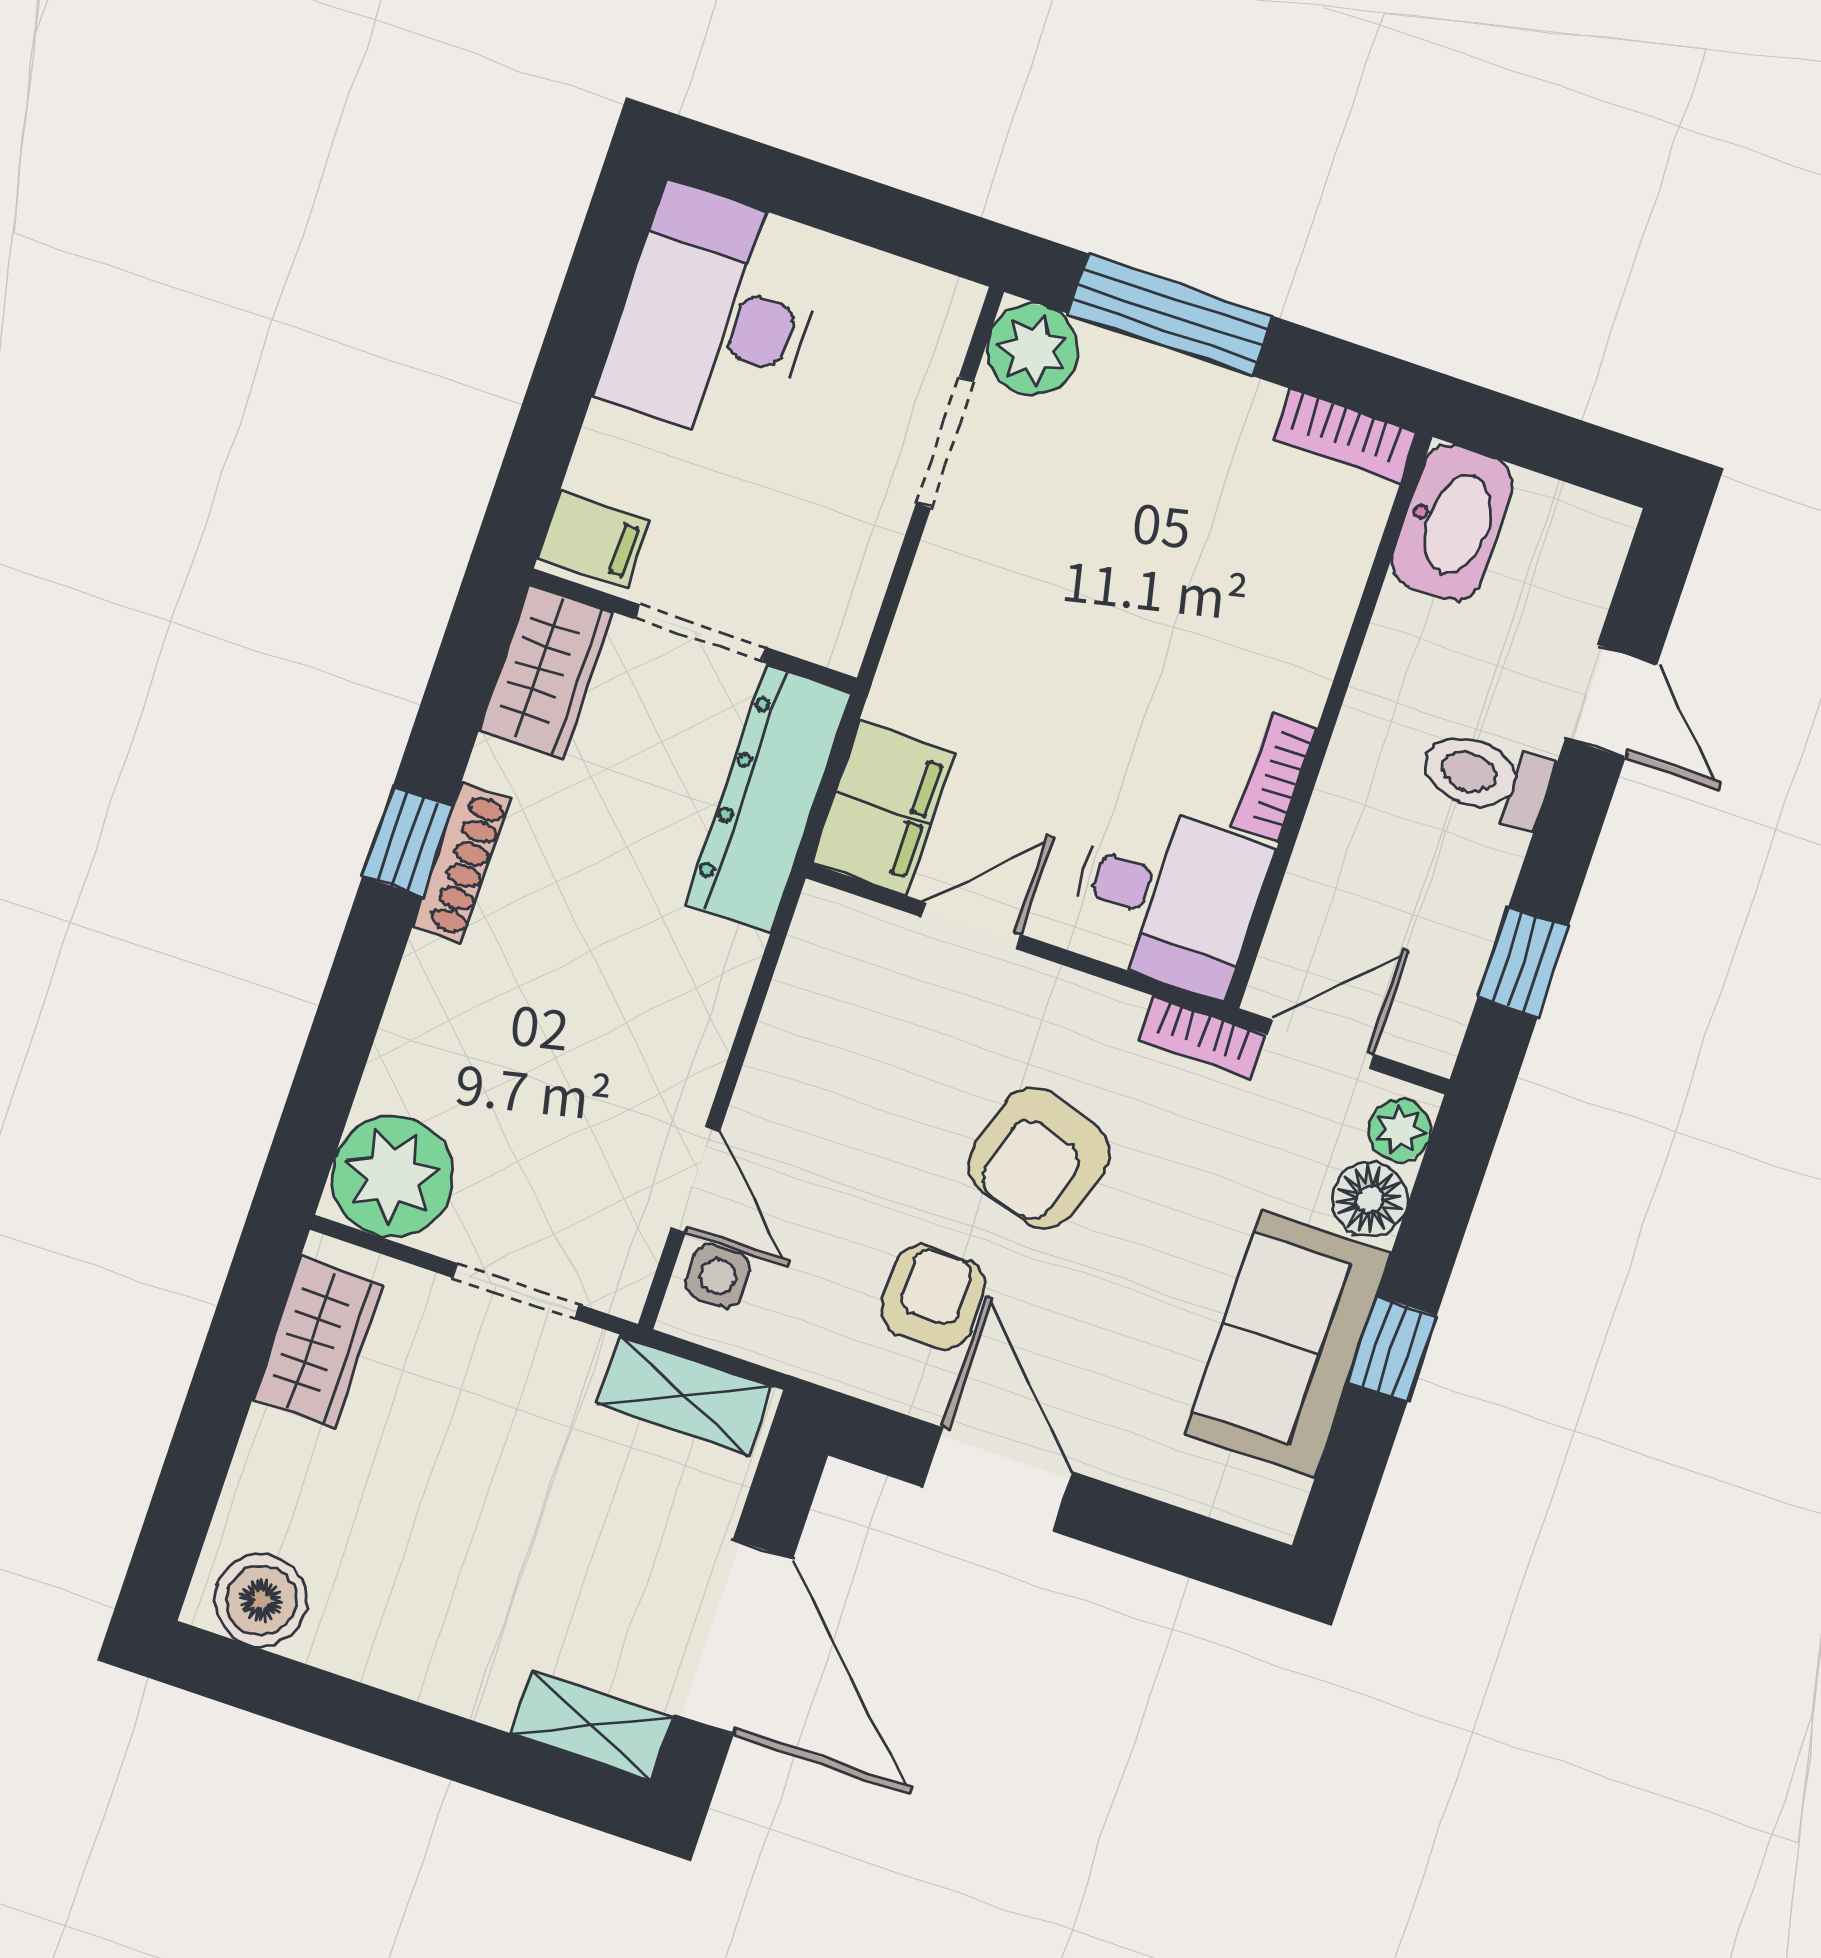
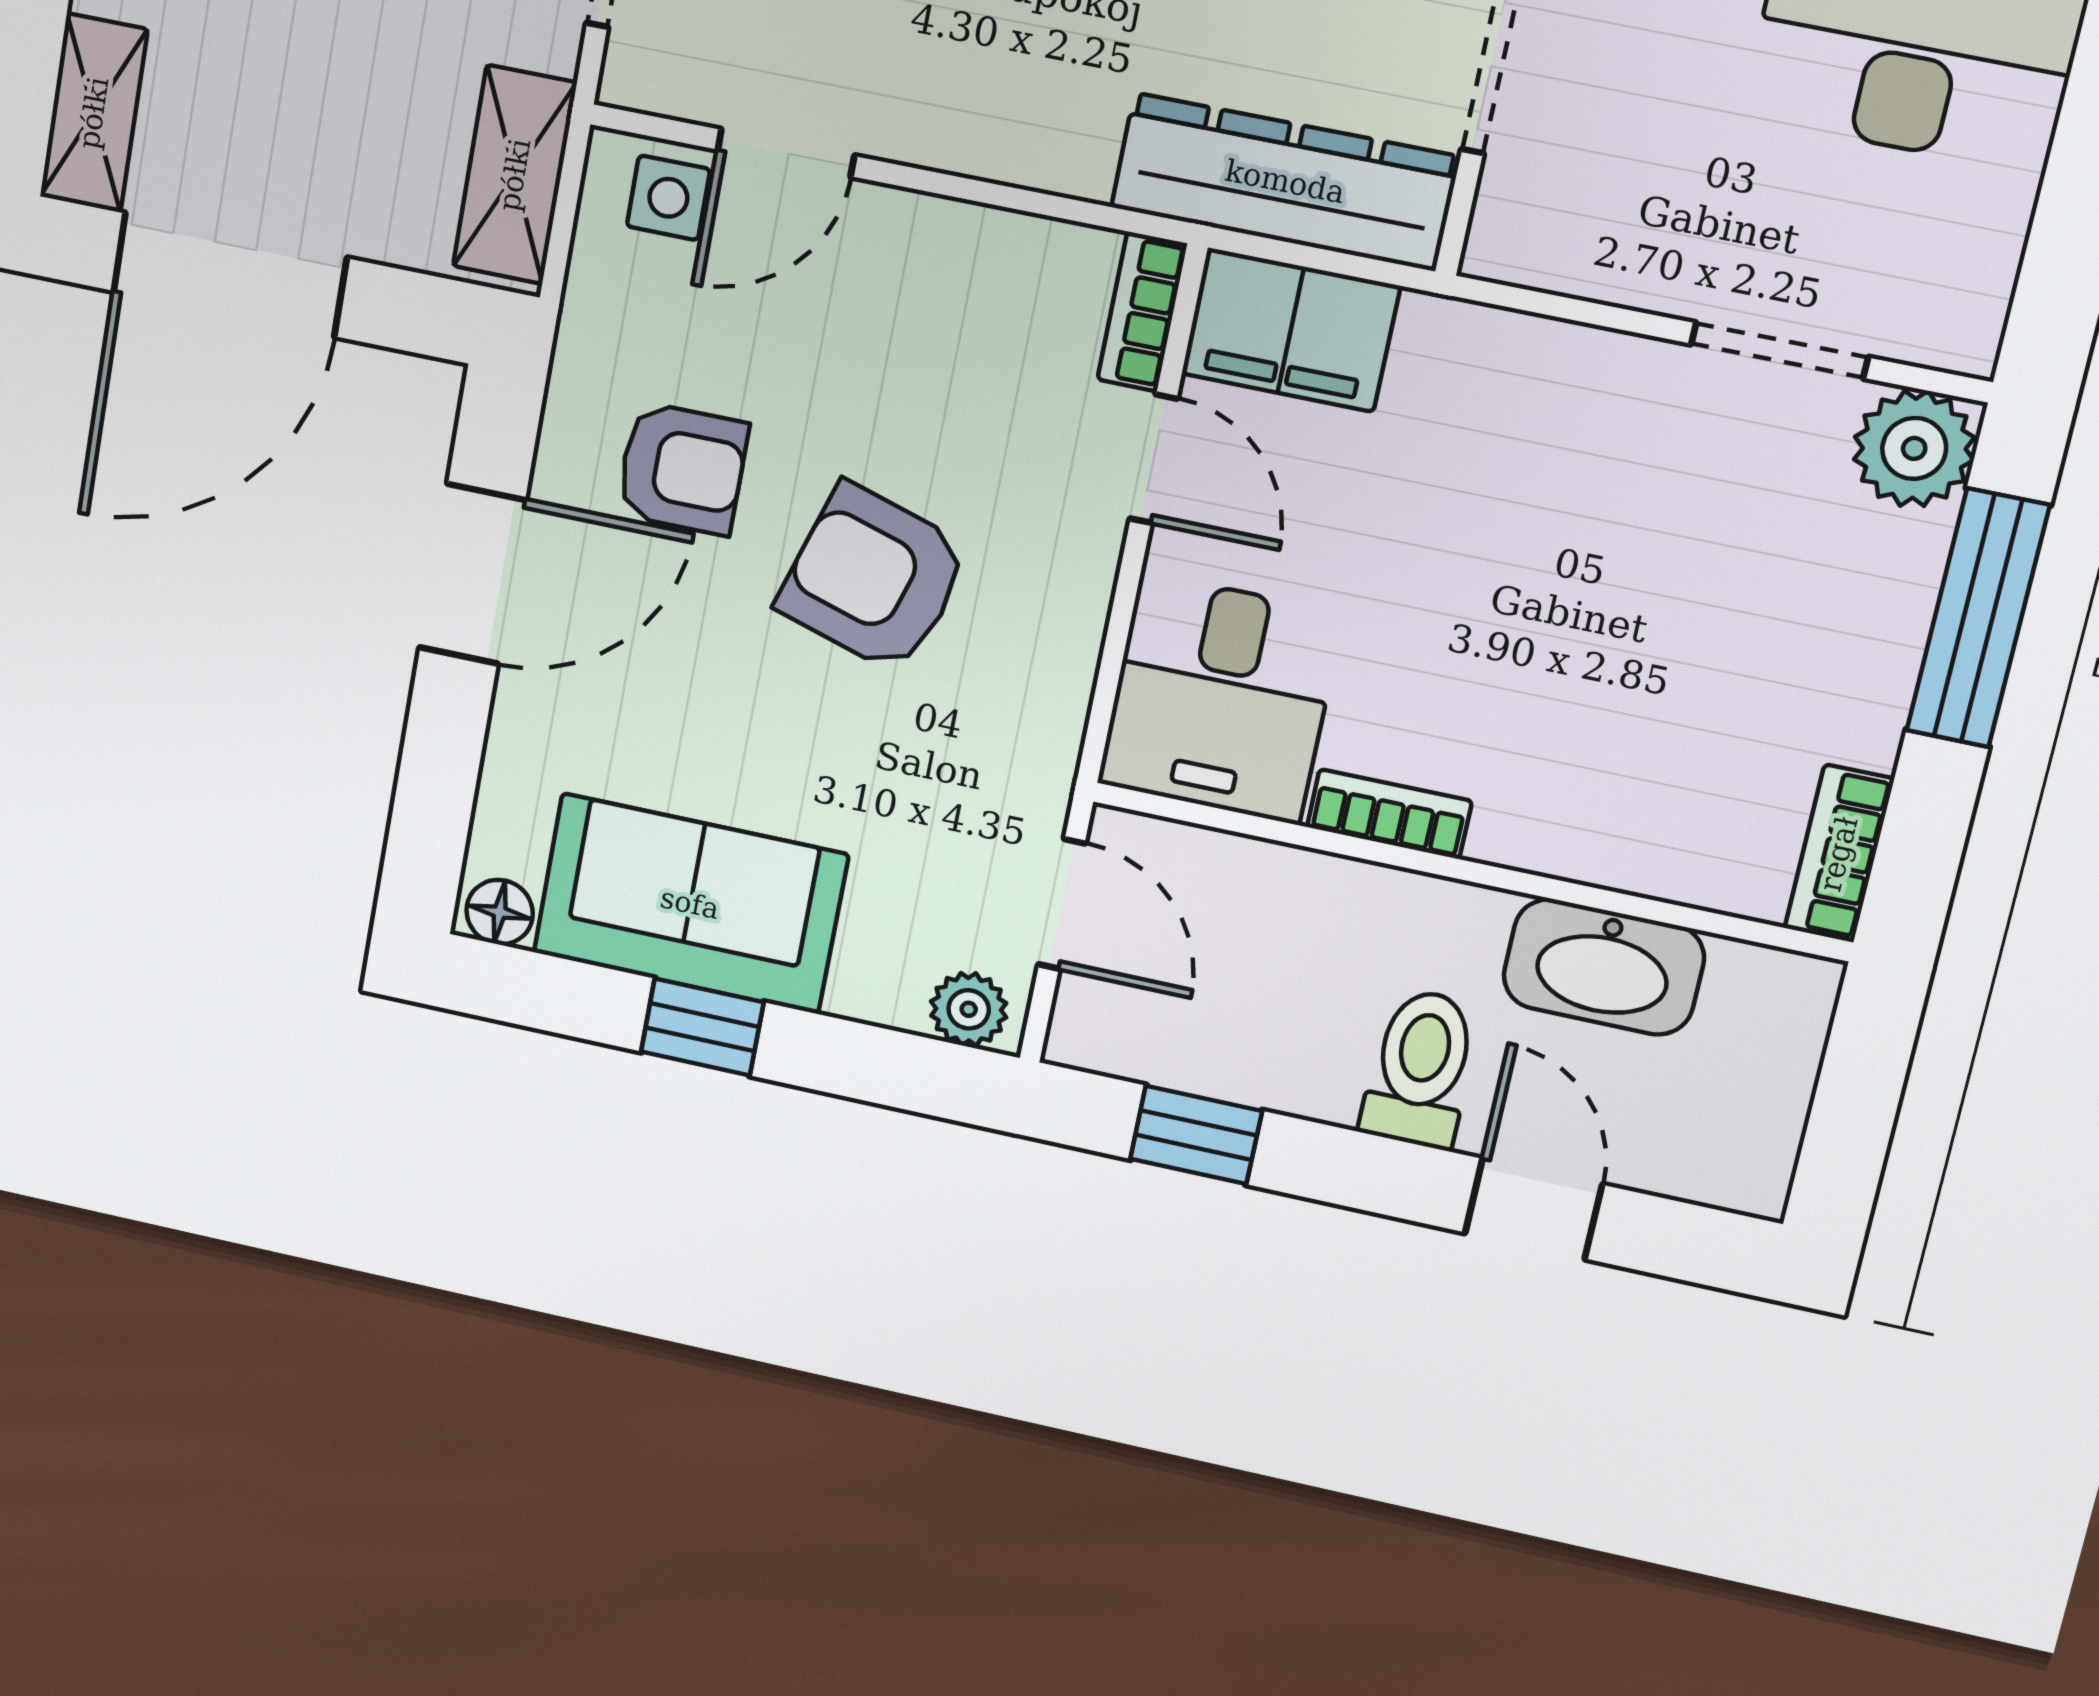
washbasin: (1452, 522) -> (1604, 967), moved
door: (1611, 701) -> (1534, 1209), swing flipped
bookcase: (1202, 1037) -> (1142, 312), moved
floor lamp: (1369, 1199) -> (500, 912), moved, width x0.73, depth x0.73

